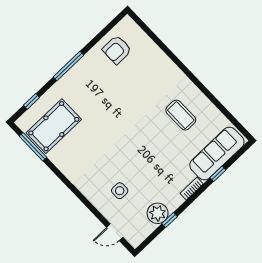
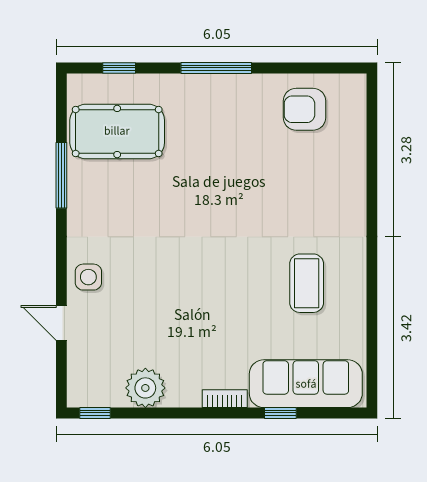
window: (33, 147) -> (61, 175), moved
side table: (120, 191) -> (88, 277), moved
window: (170, 220) -> (95, 413), moved
door: (115, 232) -> (61, 323), moved

